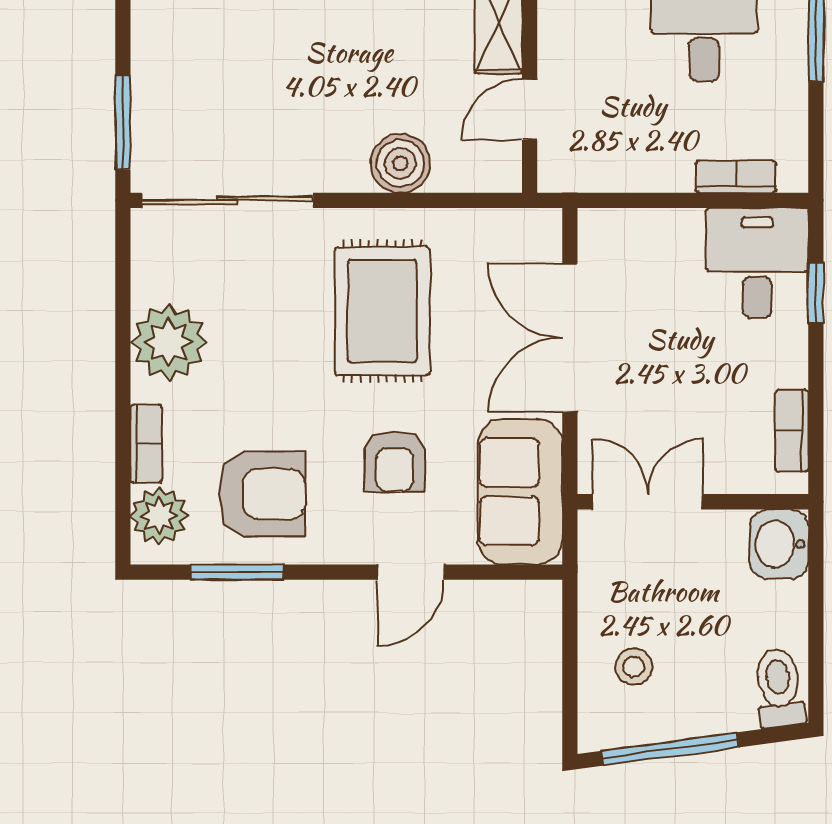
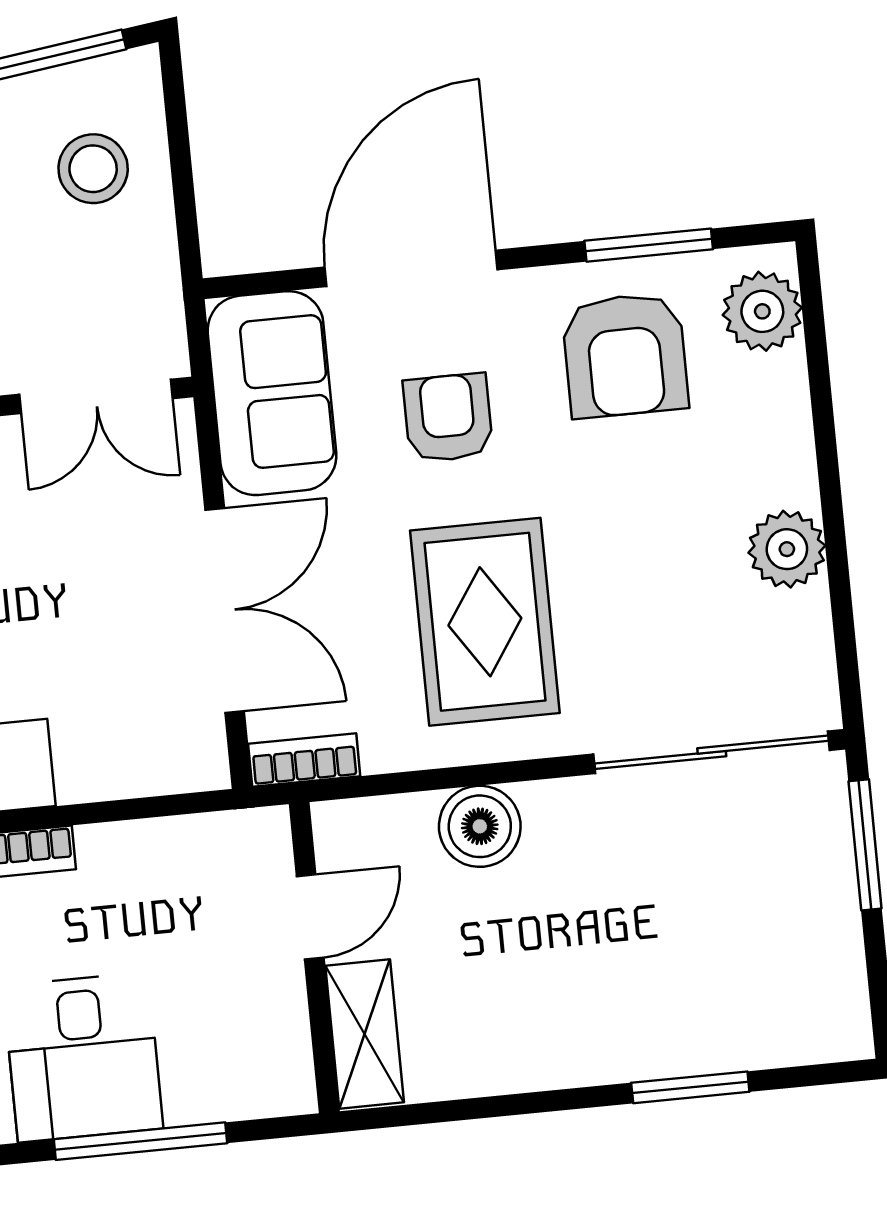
plant: (169, 342) -> (787, 549), width x0.73, depth x0.73
bookcase: (146, 444) -> (304, 760), moved, turned 90
armchair: (262, 494) -> (625, 355), turned -90
door: (411, 572) -> (411, 268), width x1.88
stool: (634, 667) -> (93, 169), width x1.37, depth x1.37

